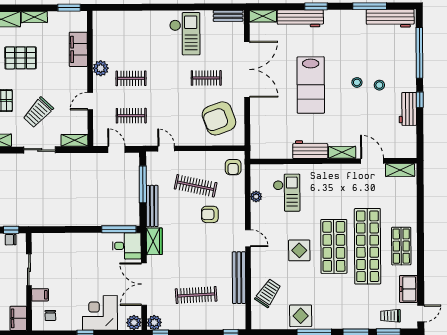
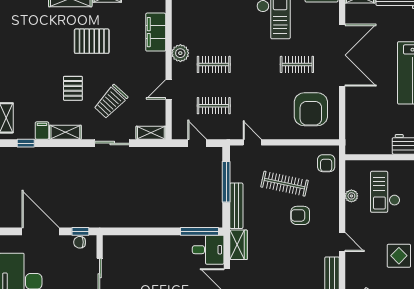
armchair: (219, 118) -> (311, 109), turned -70
checkout: (287, 193) -> (385, 192), turned 180

